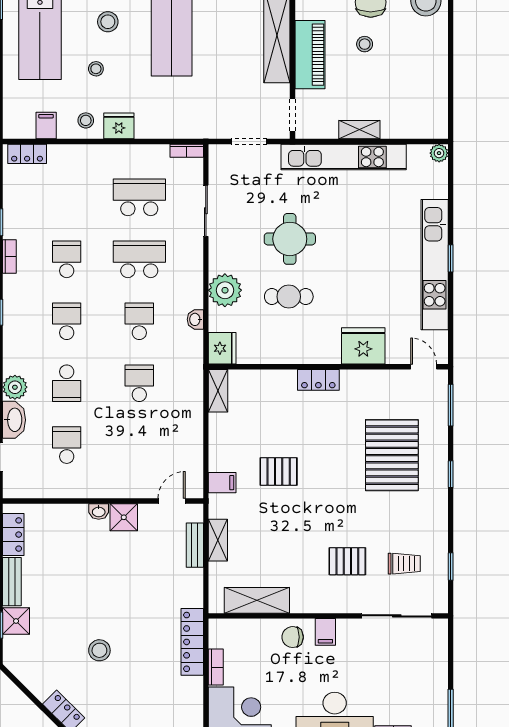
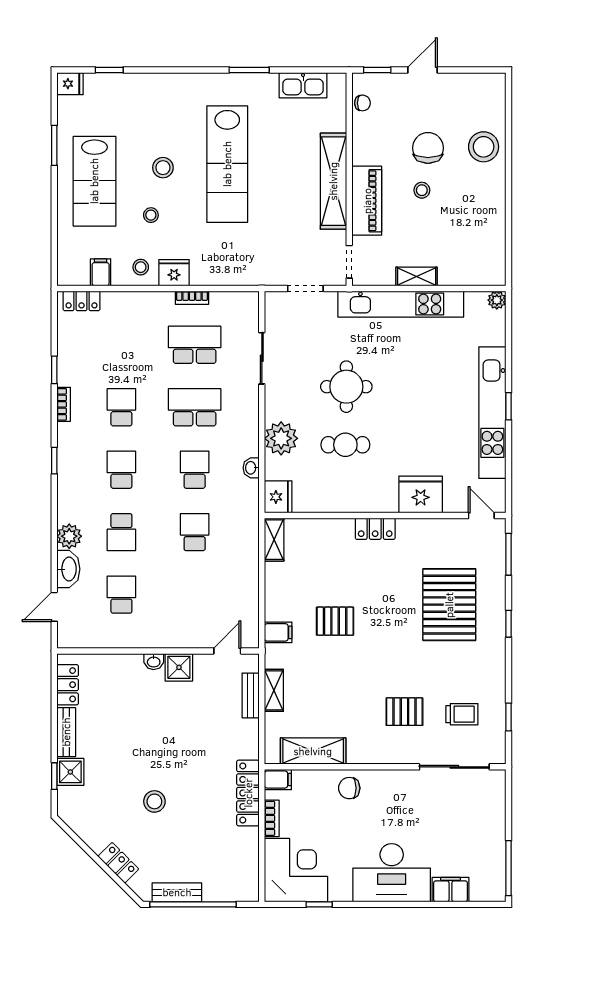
bookcase: (187, 151) -> (192, 298), moved
filing cabinet: (325, 632) -> (278, 780), moved, turned -90

